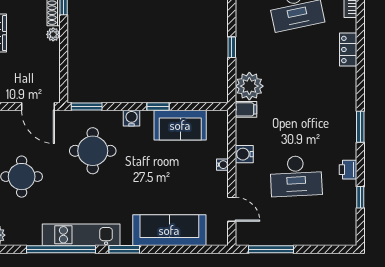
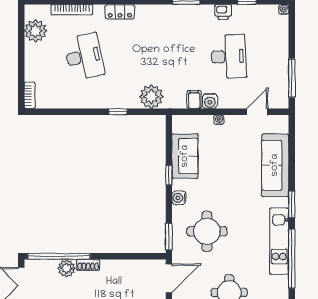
plant: (53, 34) -> (107, 265), removed
filing cabinet: (246, 109) -> (194, 99), moved
water cooler: (351, 240) -> (284, 9), added

